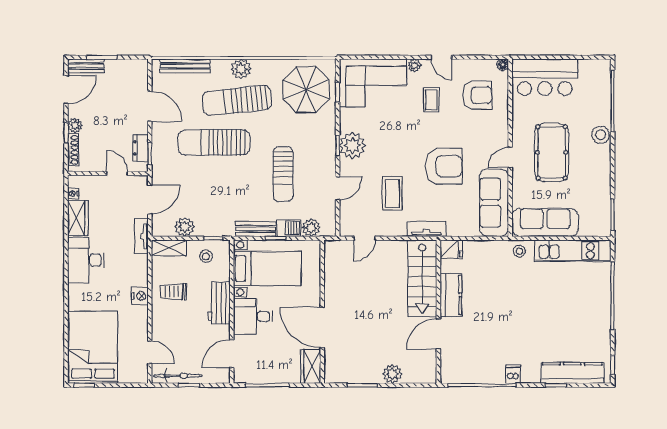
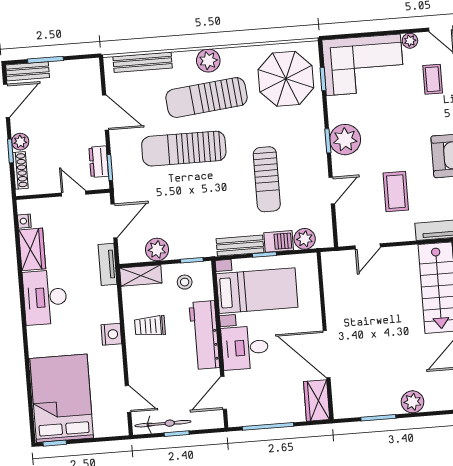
workbench: (219, 303) -> (204, 335), width x1.38

